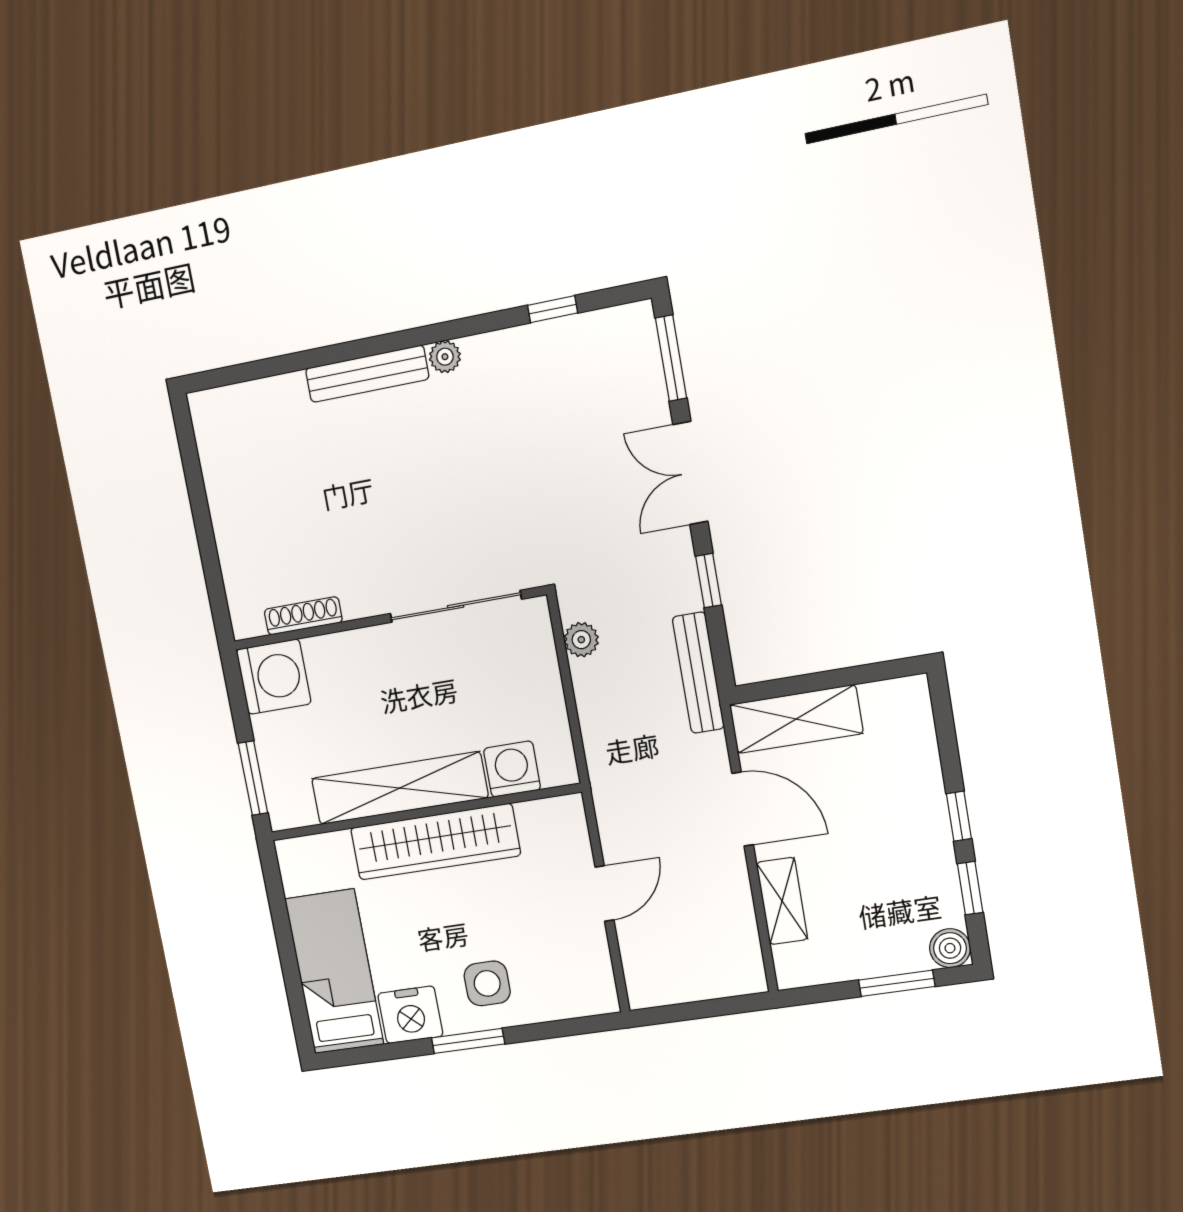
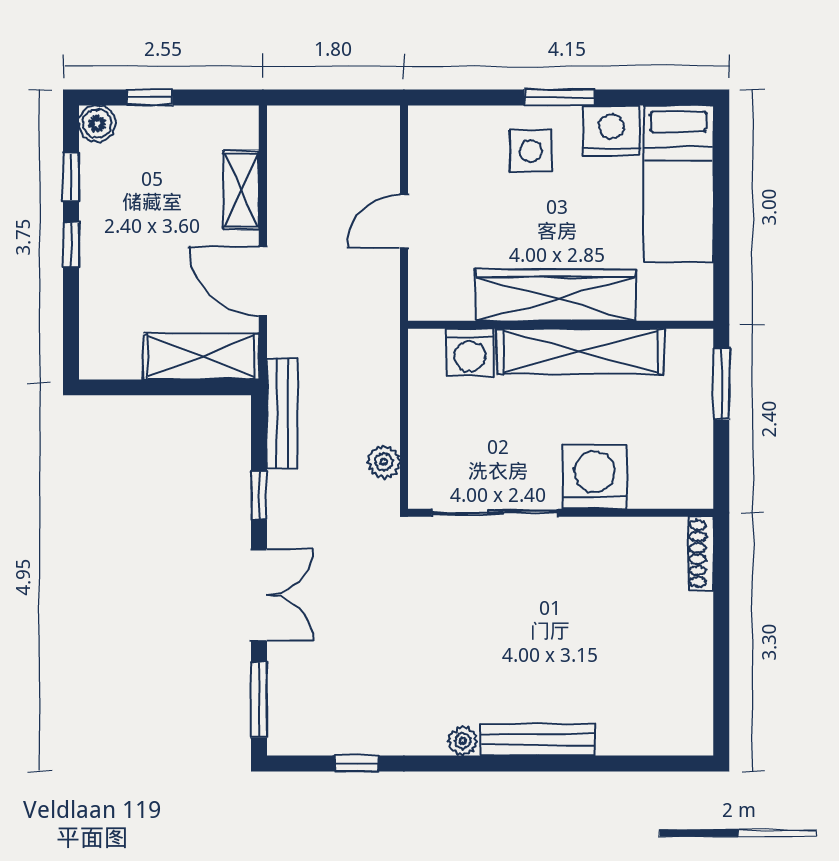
shoe rack: (303, 616) -> (701, 554), moved, turned 90
washing machine: (274, 677) -> (595, 477), moved, turned 90
window: (897, 983) -> (150, 97), width x0.67

